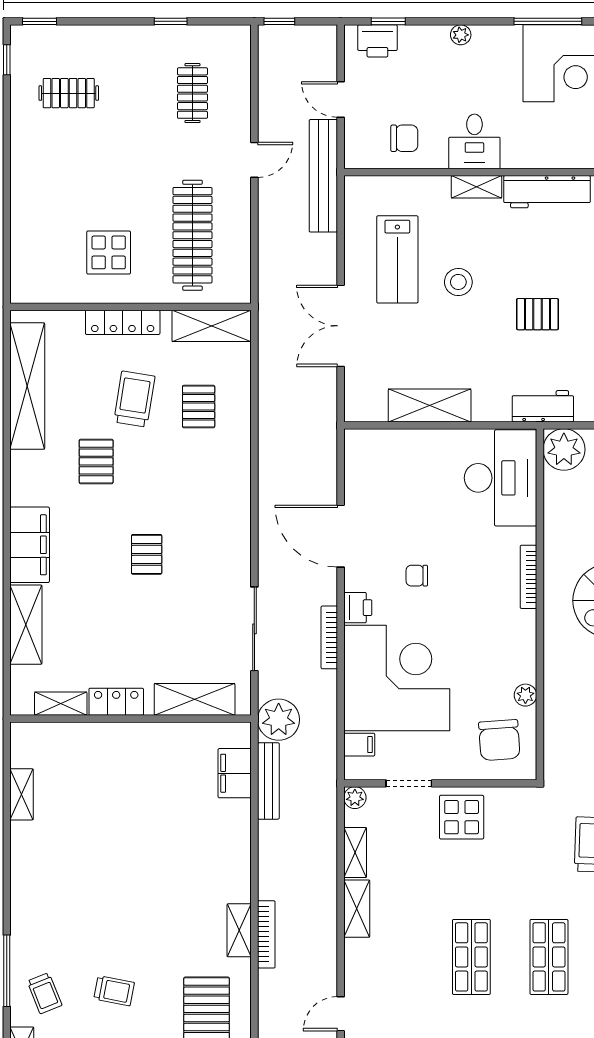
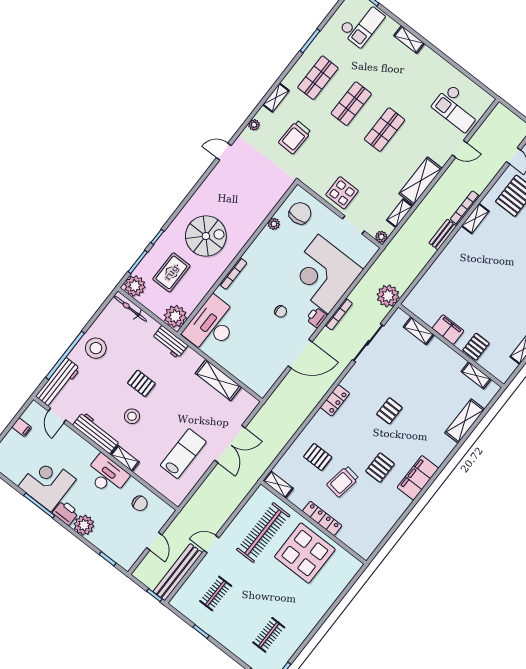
plant: (461, 35) -> (84, 525), width x1.88, depth x1.88
printer: (377, 41) -> (66, 513), moved
clothes rail: (69, 93) -> (269, 635), turned 90
chair: (404, 138) -> (140, 503), turned 180
desk: (474, 141) -> (107, 475), width x1.37
bench: (323, 176) -> (178, 572), moved
display table: (109, 252) -> (305, 553), width x1.86, depth x1.86
stool: (458, 282) -> (132, 416), moved
shelving: (212, 326) -> (278, 484), width x0.67, depth x0.75
shelving: (27, 386) -> (384, 523), removed
pallet: (199, 407) -> (318, 457), turned 90
door: (341, 536) -> (300, 354), hinge flipped
filing cabinet: (30, 545) -> (418, 478), moved
shelving: (195, 699) -> (419, 331), width x0.67, depth x0.75
locker: (116, 702) -> (335, 400), moved, turned -90
pallet: (93, 745) -> (476, 347), added
filing cabinet: (359, 745) -> (362, 258), removed
filing cabinet: (235, 773) -> (448, 330), moved, turned -90
bench: (268, 781) -> (443, 234), moved, width x0.73
shelving: (357, 909) -> (421, 181), width x1.50, depth x1.33

